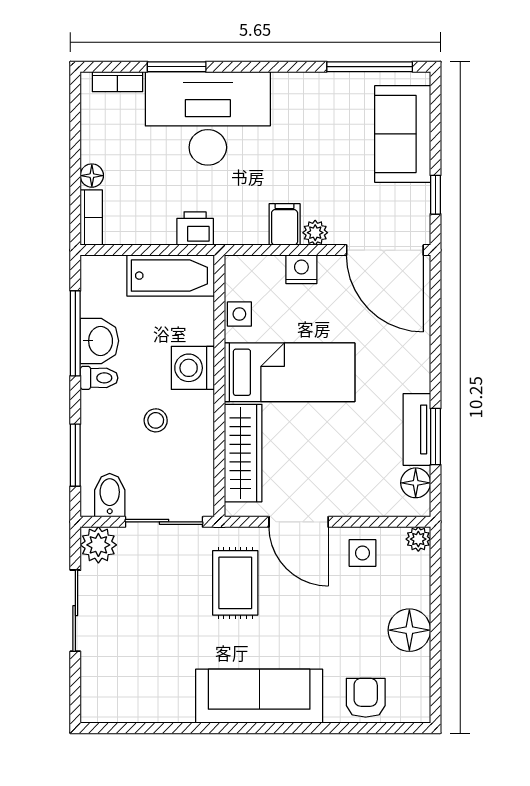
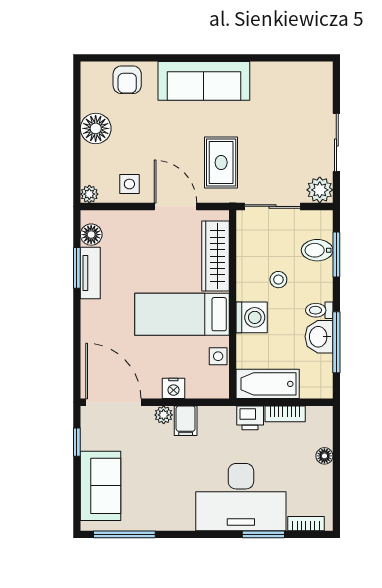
bookcase: (91, 217) -> (285, 414), moved, turned -90
bidet: (110, 495) -> (317, 250), moved, turned 90

